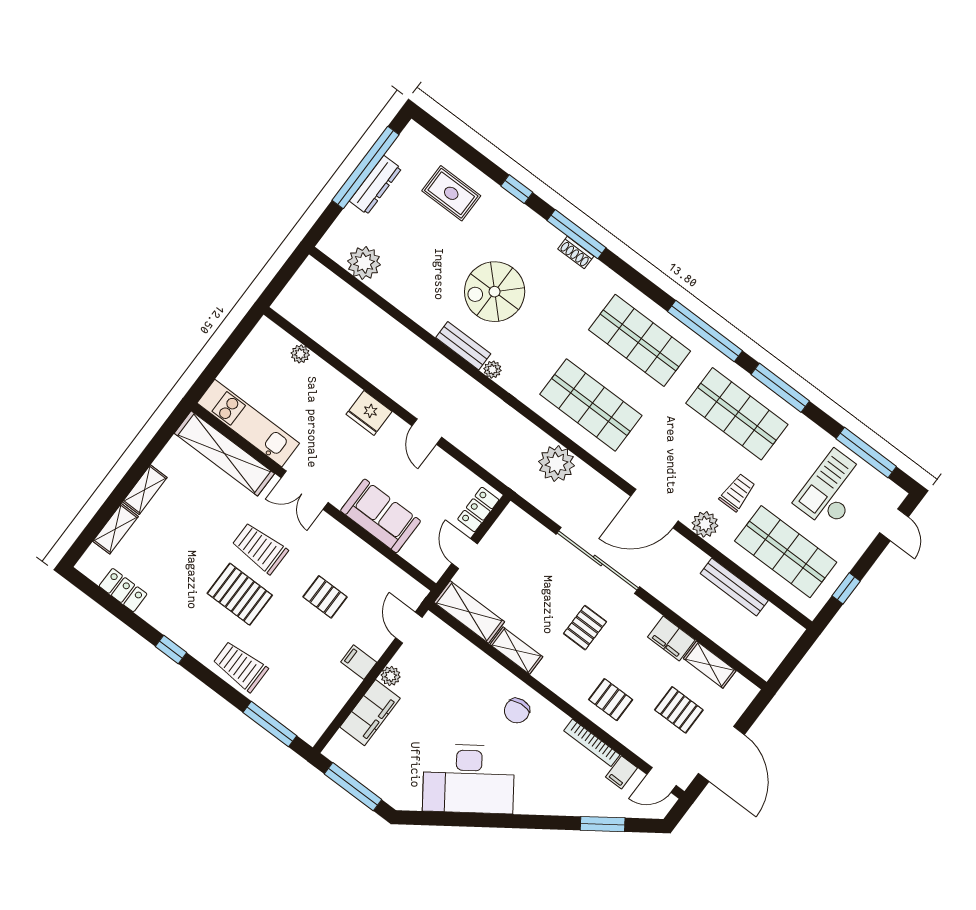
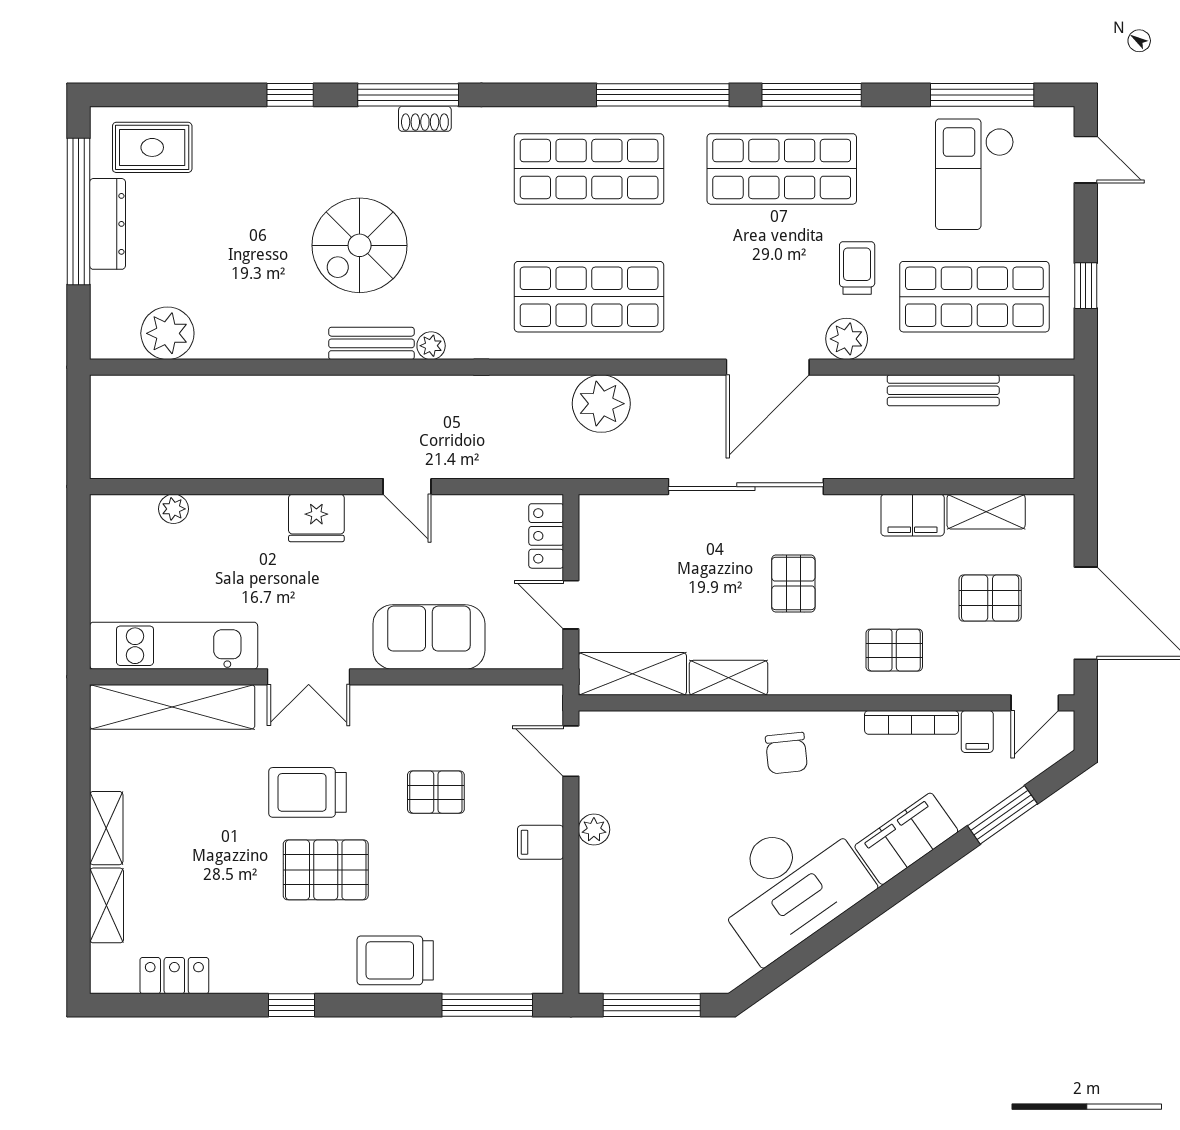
rug: (451, 193) -> (152, 147), moved
filing cabinet: (370, 713) -> (906, 839), moved, turned -125

